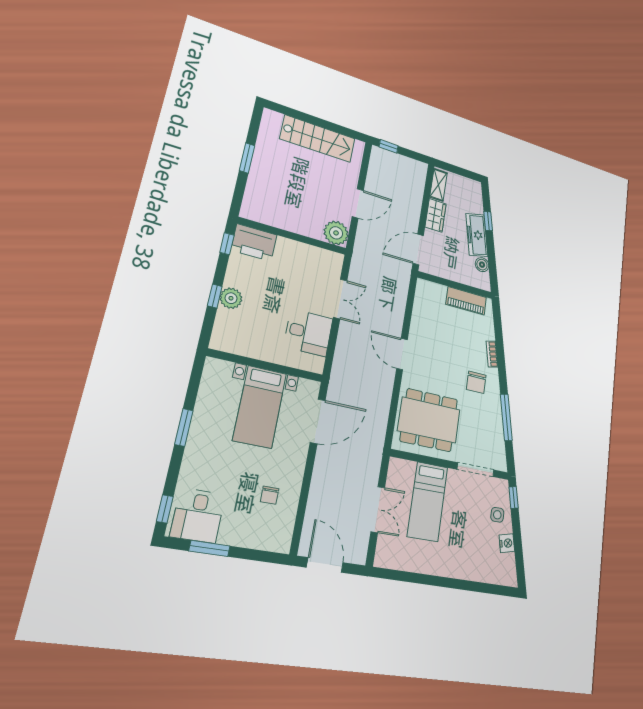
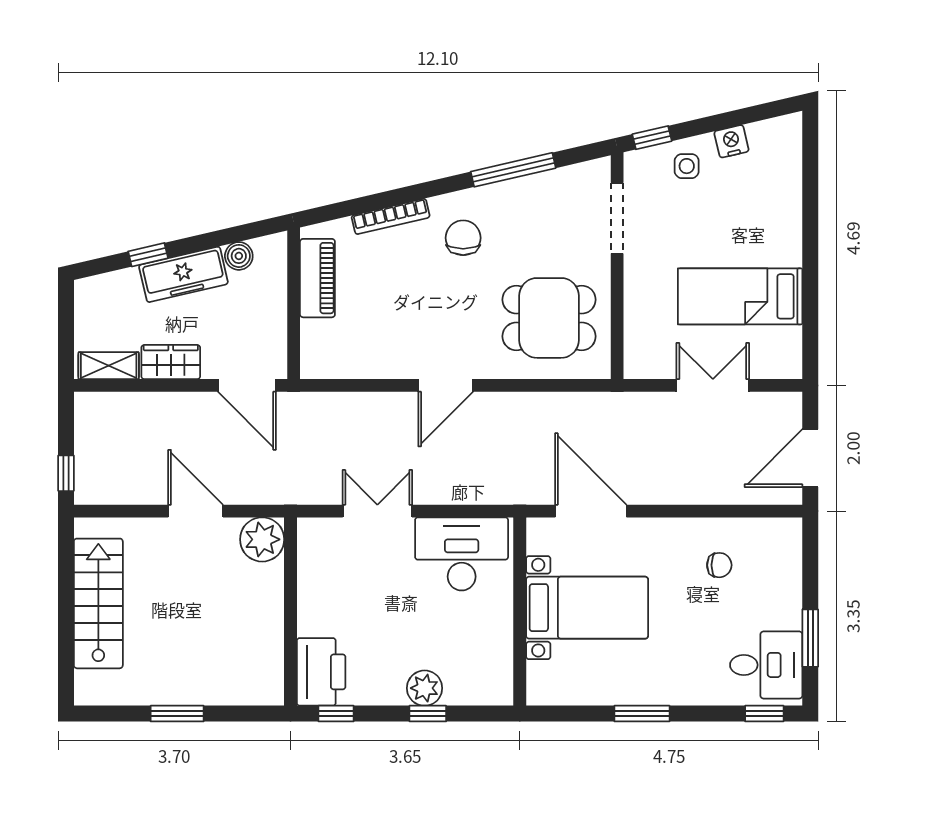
desk: (308, 333) -> (462, 554), width x1.37
bookcase: (492, 354) -> (391, 216), width x1.56
chair: (476, 382) -> (463, 238), turned -90
dining table: (429, 420) -> (549, 318), width x0.73
bed: (428, 502) -> (740, 296), moved, turned 180

